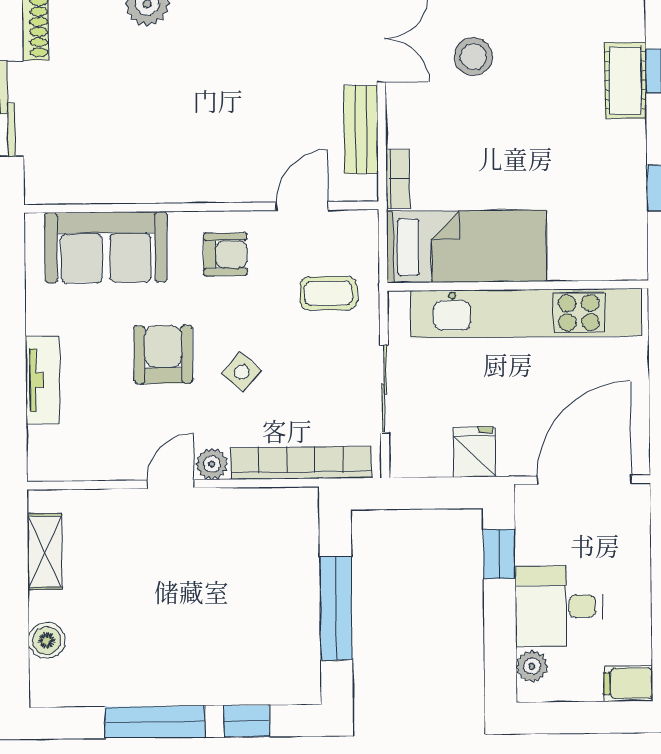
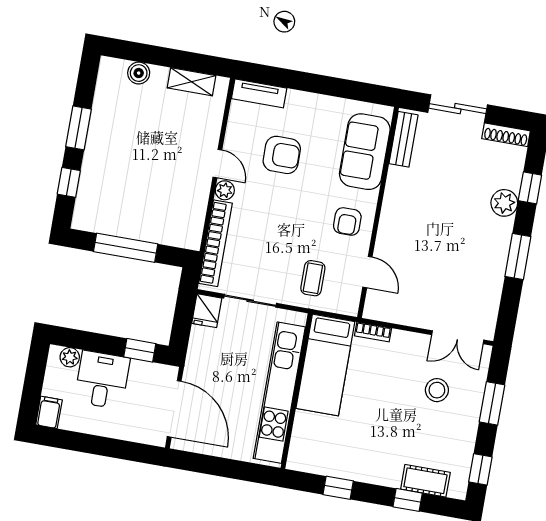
cot: (625, 81) -> (425, 481), moved
bench: (361, 130) -> (404, 139), moved, turned 90
armchair: (163, 355) -> (282, 155), moved
side table: (242, 372) -> (276, 218), removed
tv unit: (43, 380) -> (259, 93), moved
fridge: (475, 452) -> (207, 311), moved, turned 90
window: (155, 722) -> (78, 128), width x0.69

